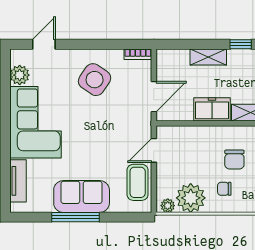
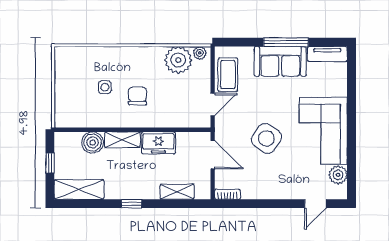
shelving: (208, 57) -> (177, 192), moved
side table: (95, 80) -> (266, 138), moved
door: (154, 97) -> (213, 155), swing flipped
tv unit: (18, 181) -> (327, 54), moved, turned -90
chair: (224, 189) -> (147, 69), removed

